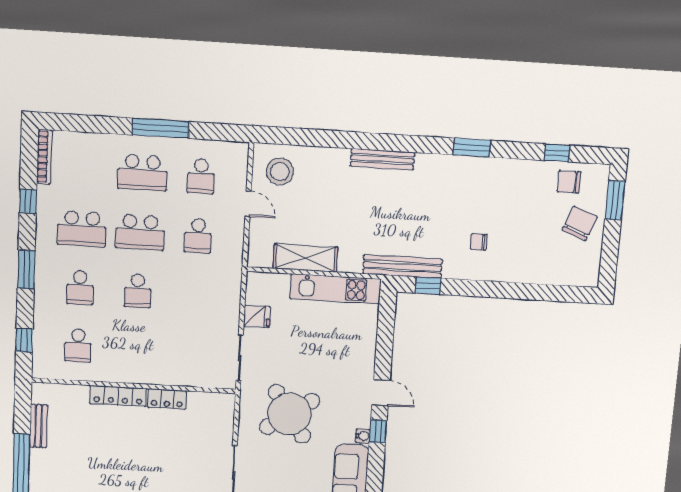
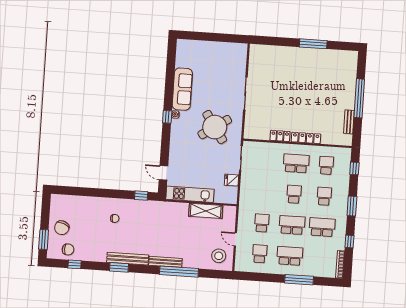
window: (161, 128) -> (299, 280), moved
window: (356, 140) -> (179, 272), added
bench: (402, 266) -> (128, 259), moved
school desk: (135, 349) -> (296, 163), added
door: (381, 393) -> (163, 173), moved

